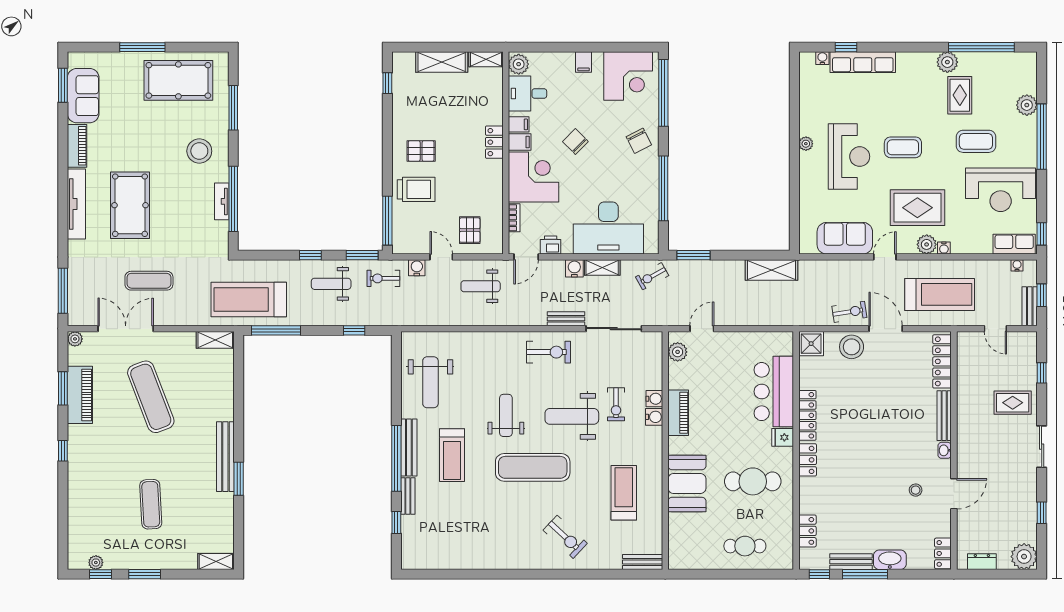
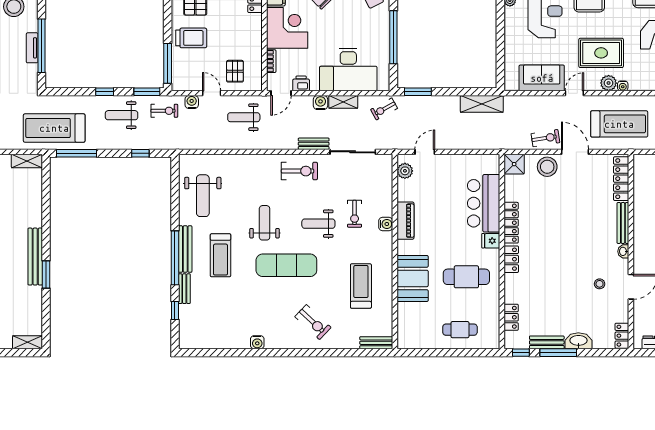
exercise bike: (383, 278) -> (164, 111), turned 180
water cooler: (654, 399) -> (257, 342), moved, turned 90
weight bench: (572, 416) -> (318, 224), width x0.73, depth x0.75

